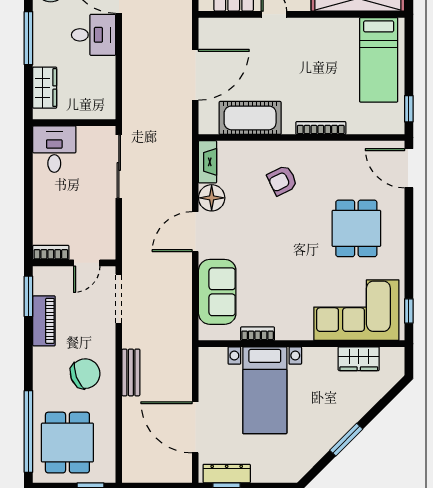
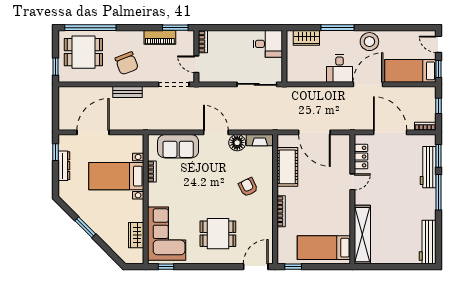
dresser: (227, 474) -> (64, 166), moved

